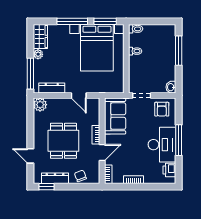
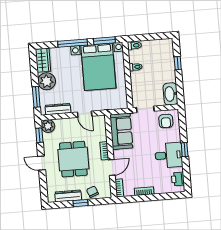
window: (179, 51) -> (178, 63), width x0.46
plant: (38, 54) -> (47, 81), width x1.88, depth x1.88
window: (30, 74) -> (36, 97), width x0.69
washbasin: (171, 87) -> (170, 94), width x1.91, depth x1.45
window: (30, 113) -> (39, 135), added
window: (179, 140) -> (185, 150), width x0.46
desk: (162, 145) -> (169, 155), width x0.73
door: (30, 156) -> (42, 163), moved
window: (46, 187) -> (80, 203), moved

